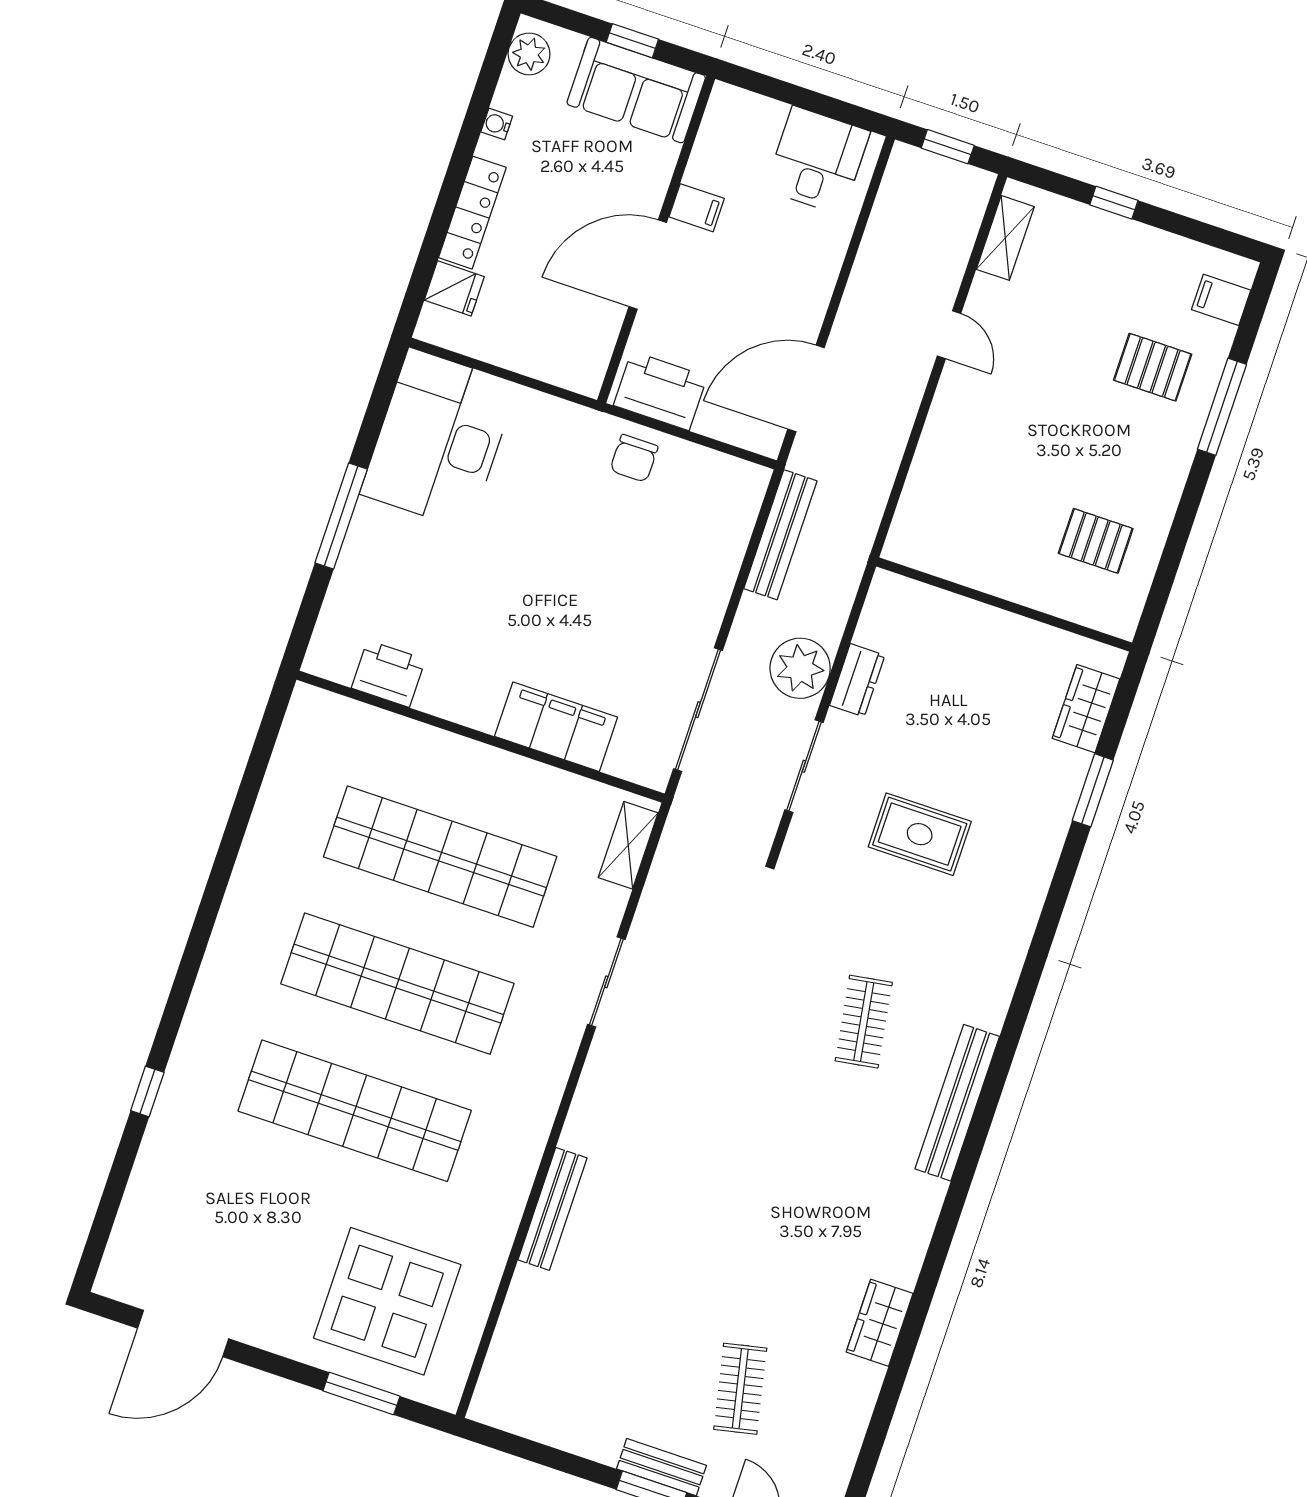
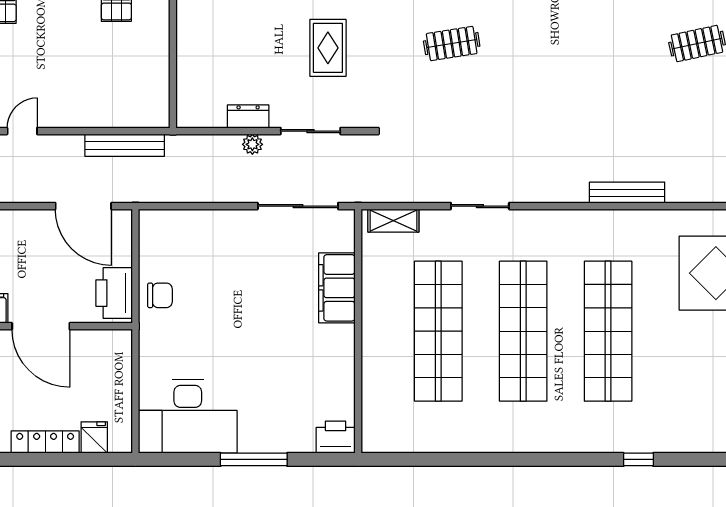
bench: (780, 535) -> (125, 145), moved
plant: (800, 668) -> (252, 144), width x0.53, depth x0.53
printer: (388, 674) -> (336, 437), moved, turned 90

